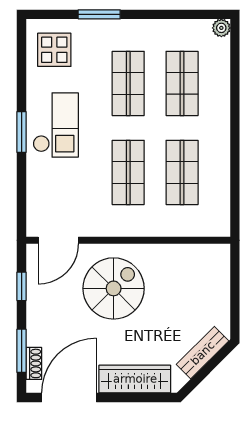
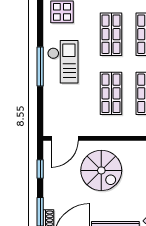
window: (22, 132) -> (40, 66), width x1.44
spiral stairs: (114, 288) -> (101, 170), turned 90

